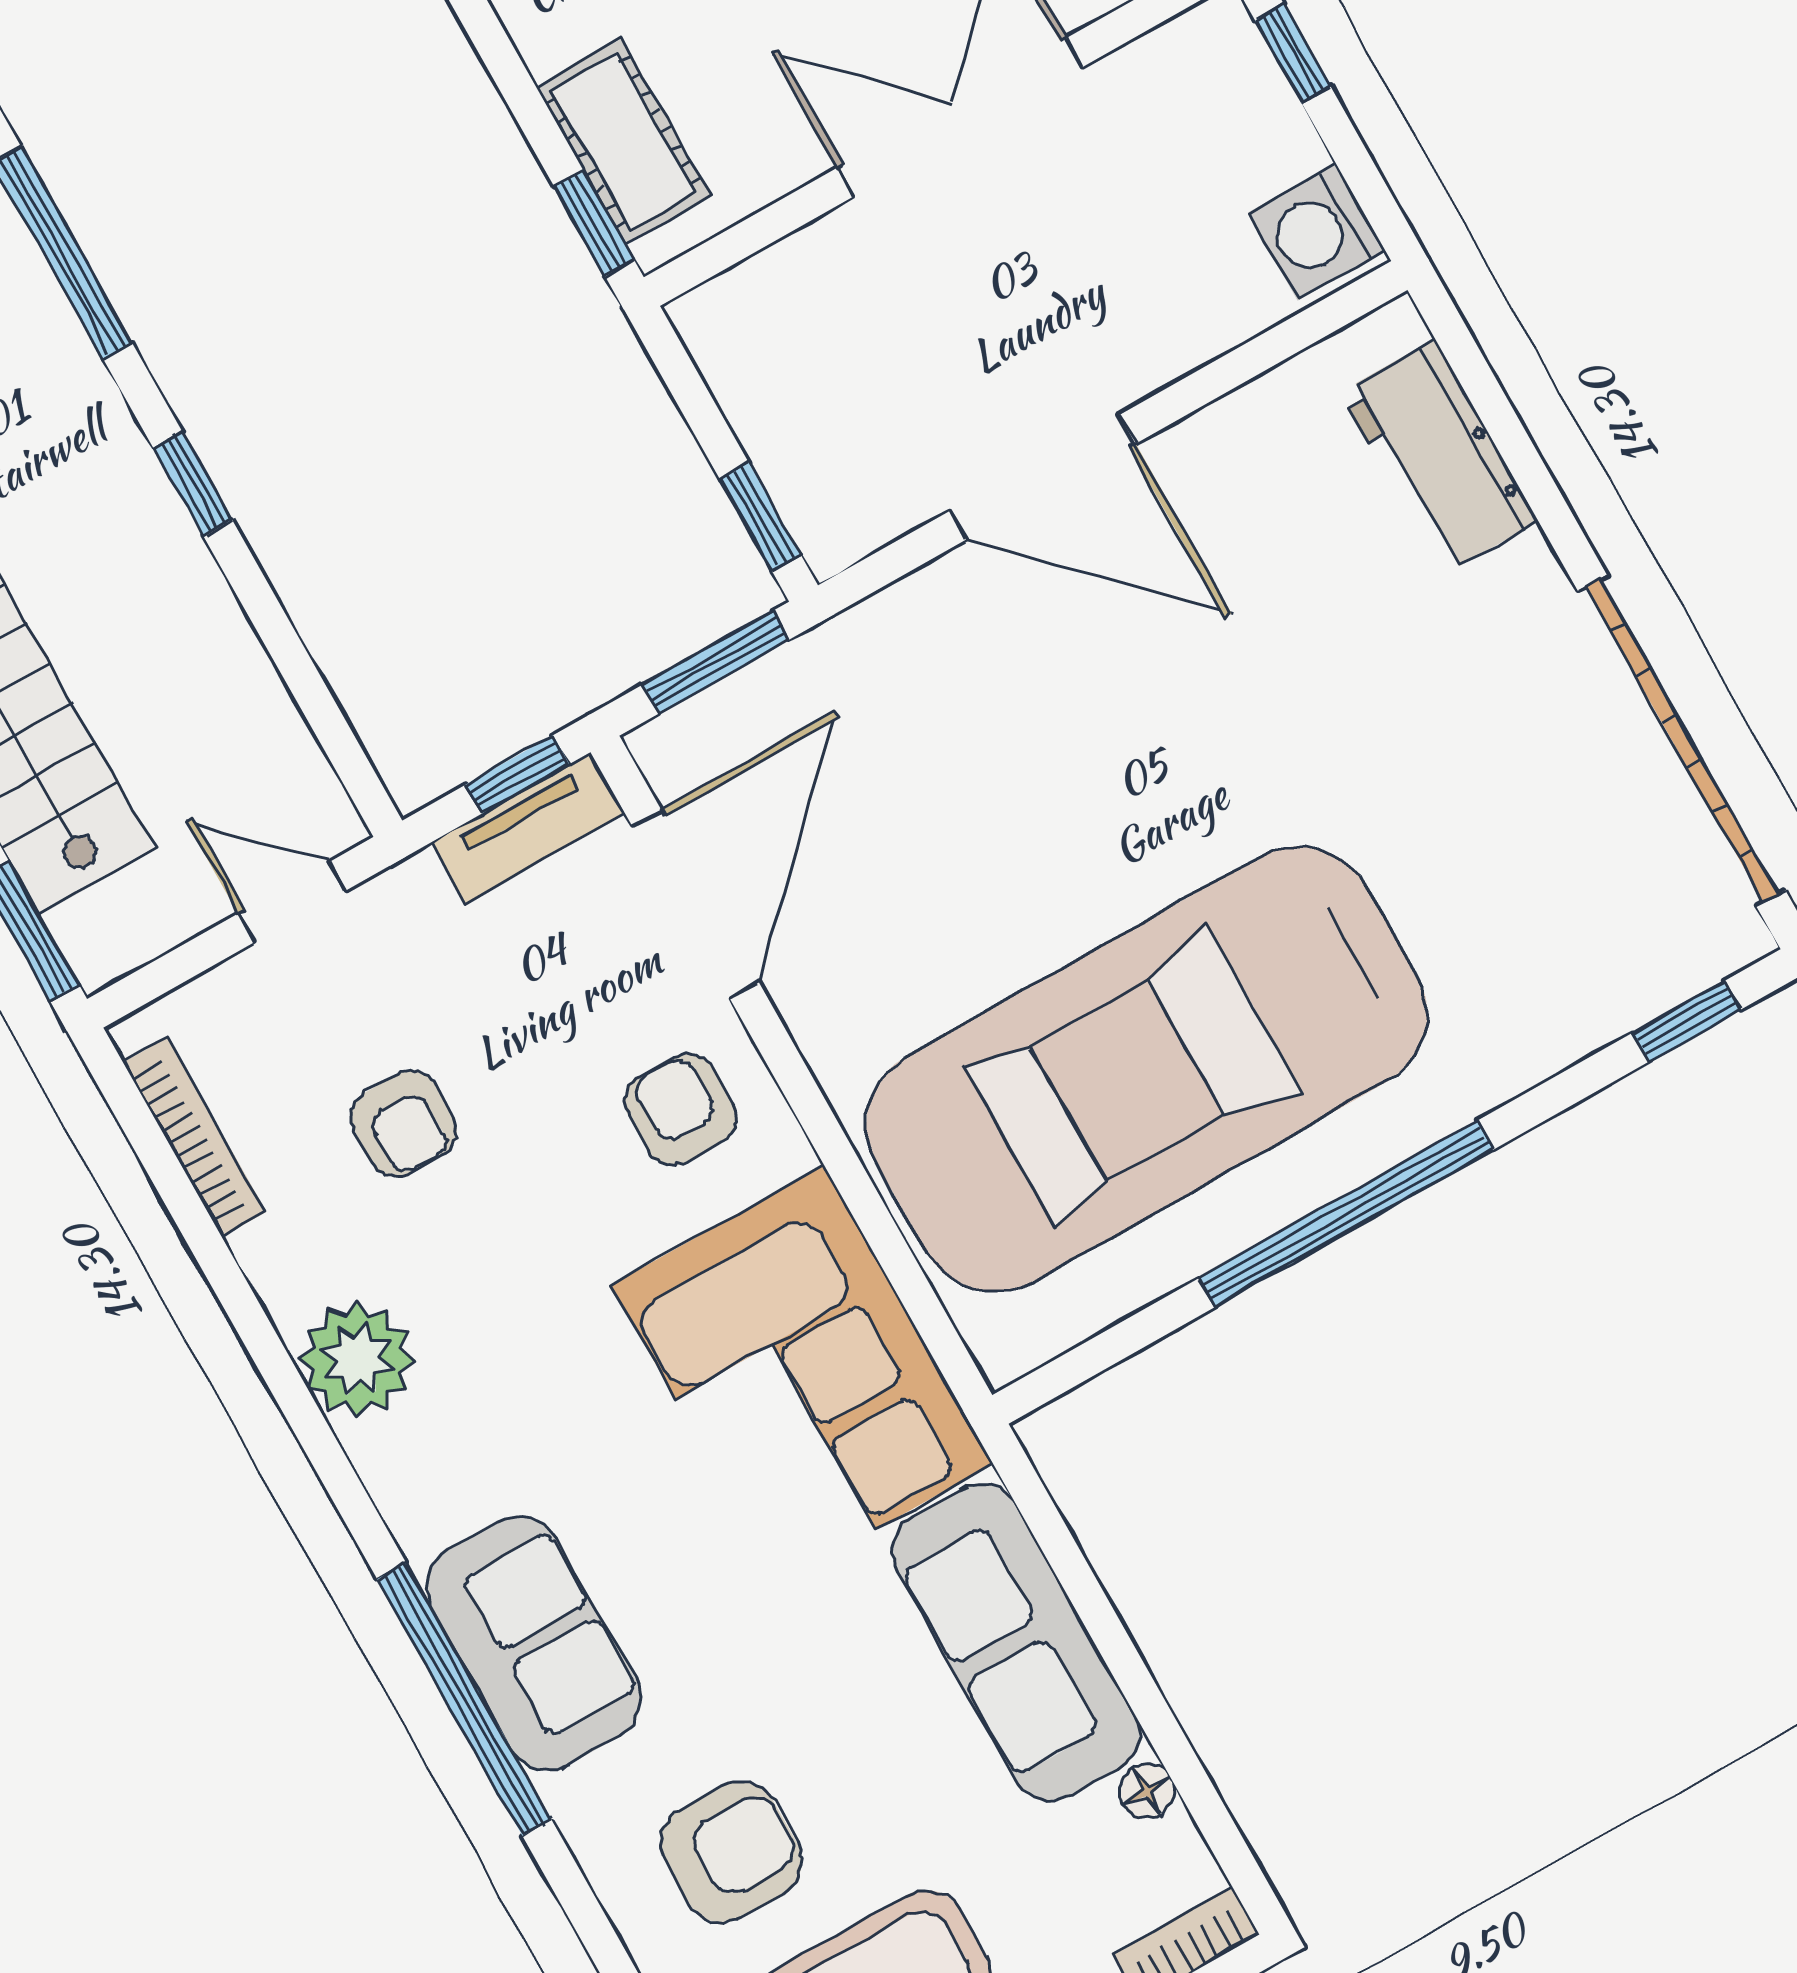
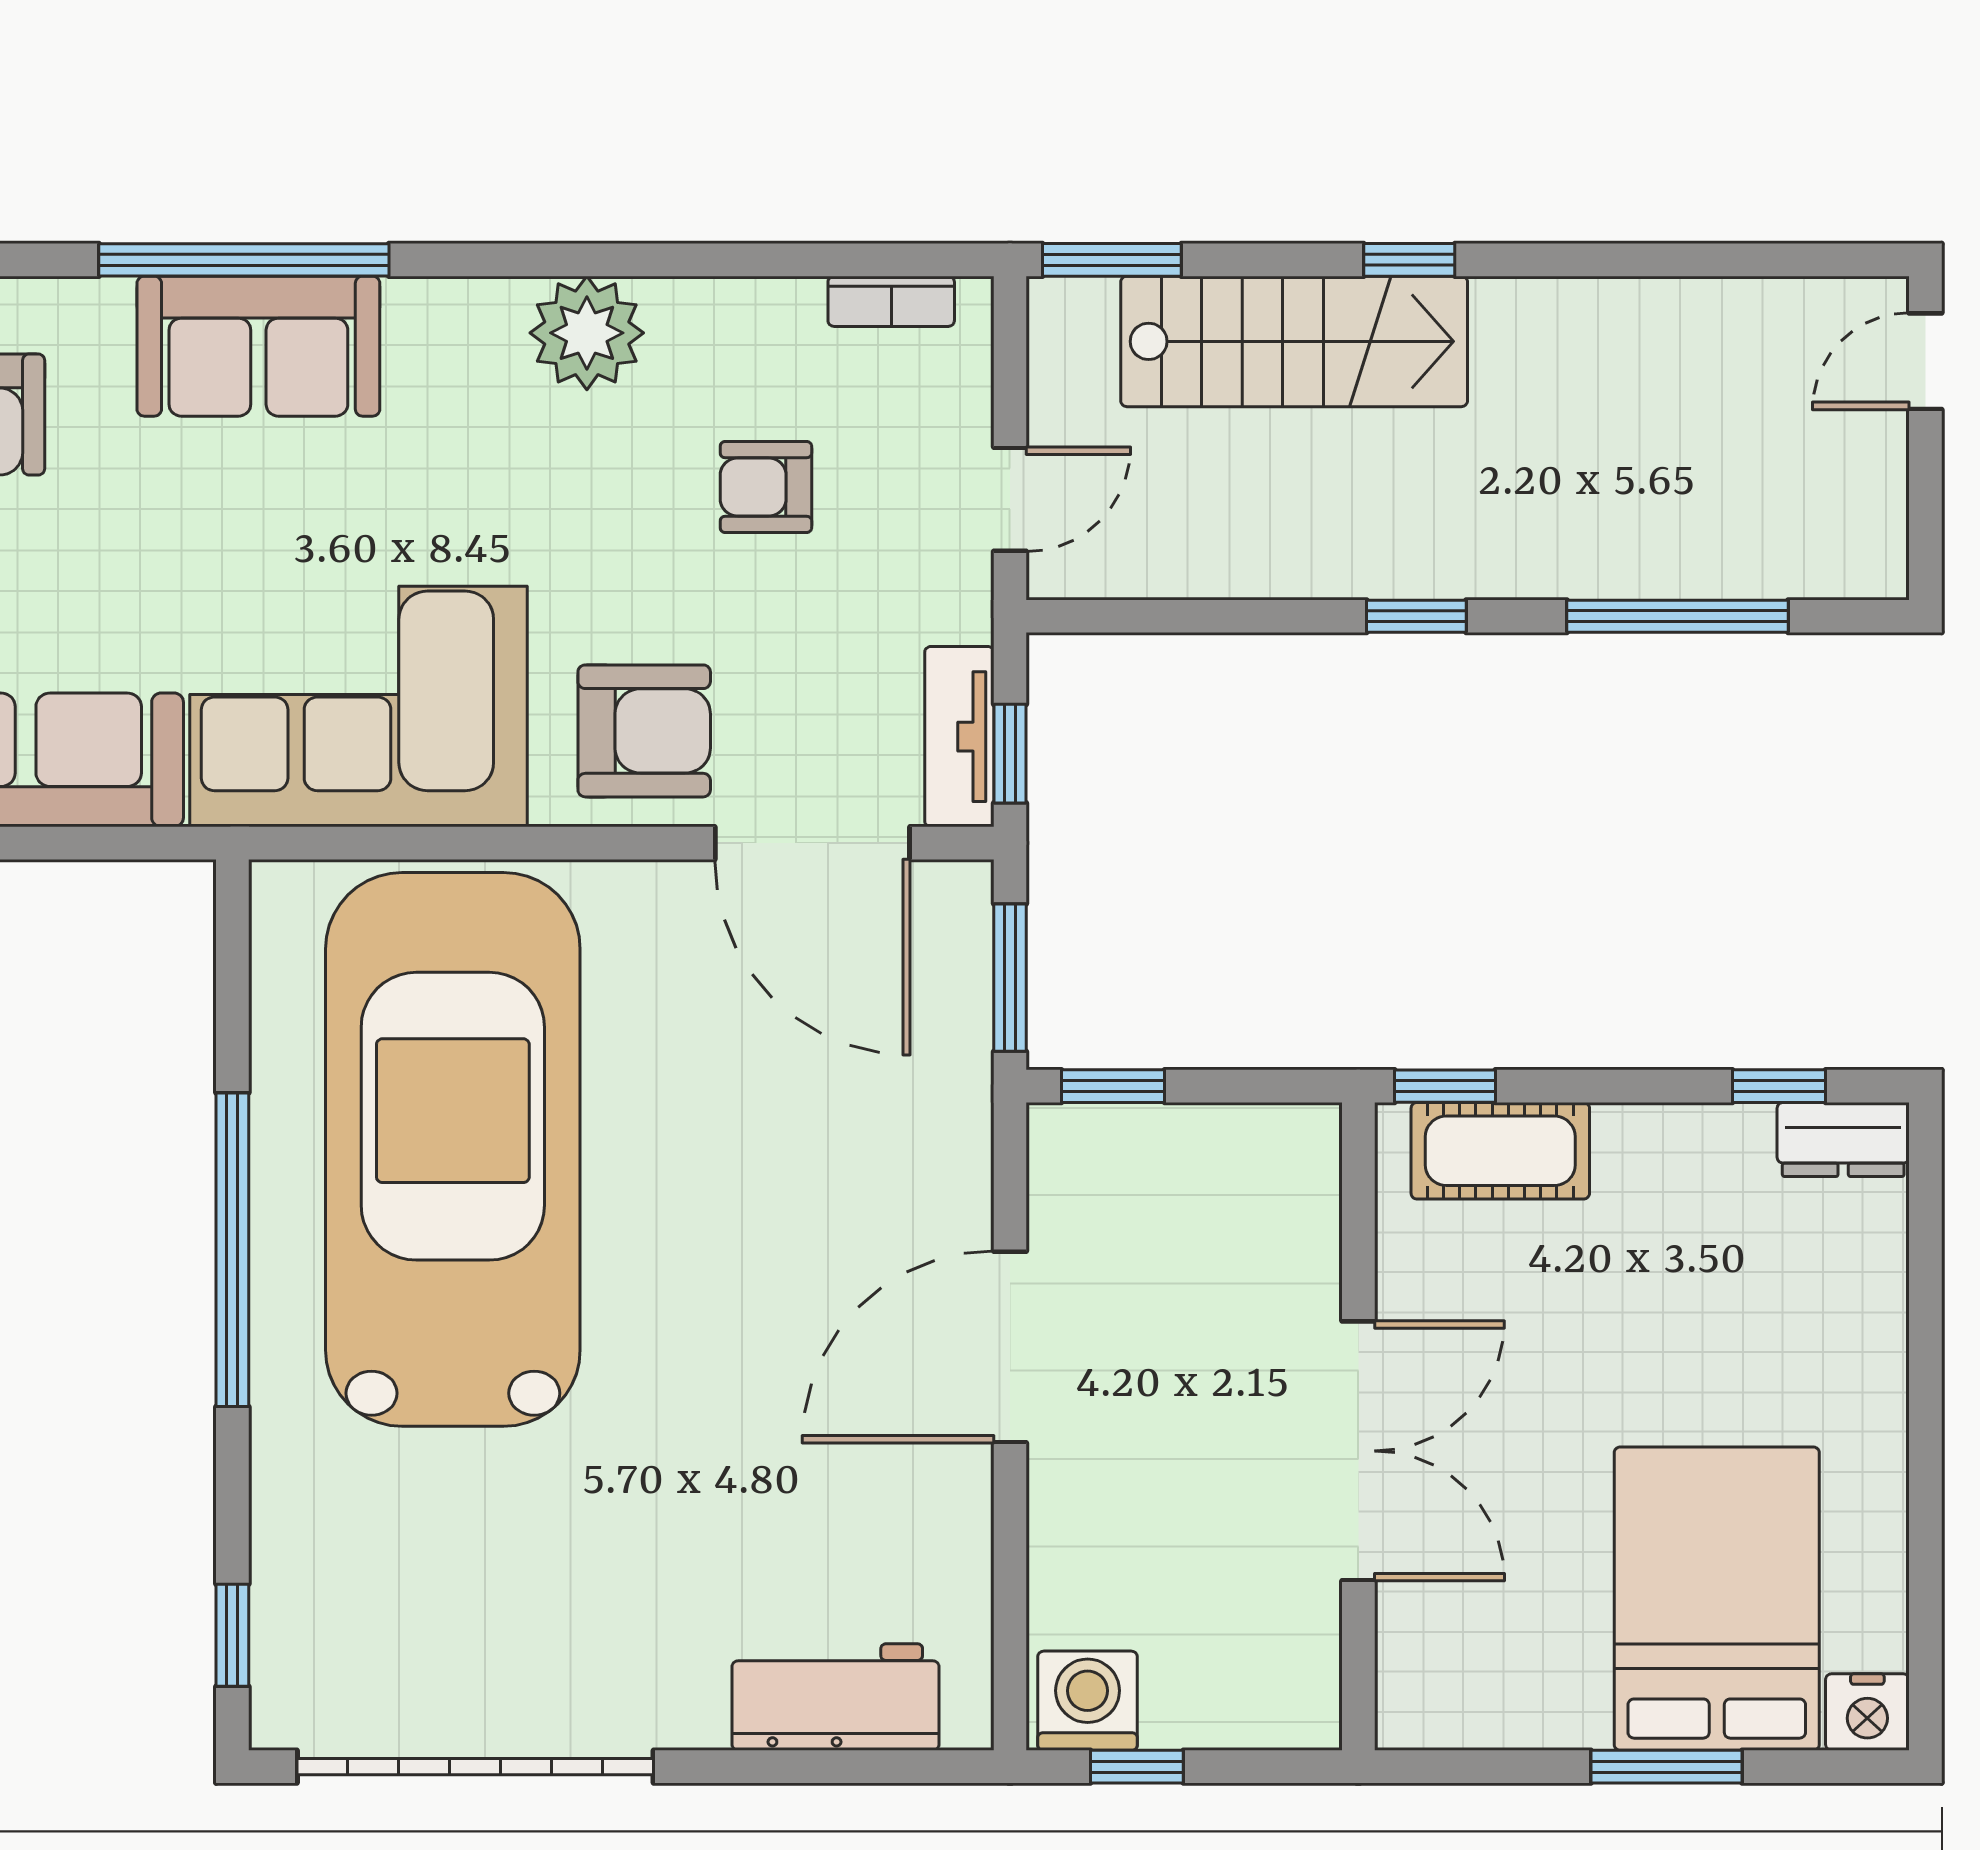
window: (1293, 54) -> (1137, 1767), moved
armchair: (681, 1109) -> (644, 731), width x1.38, depth x1.38
bookcase: (195, 1137) -> (891, 301), width x0.64

